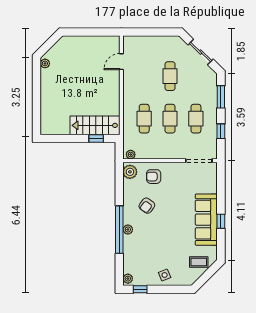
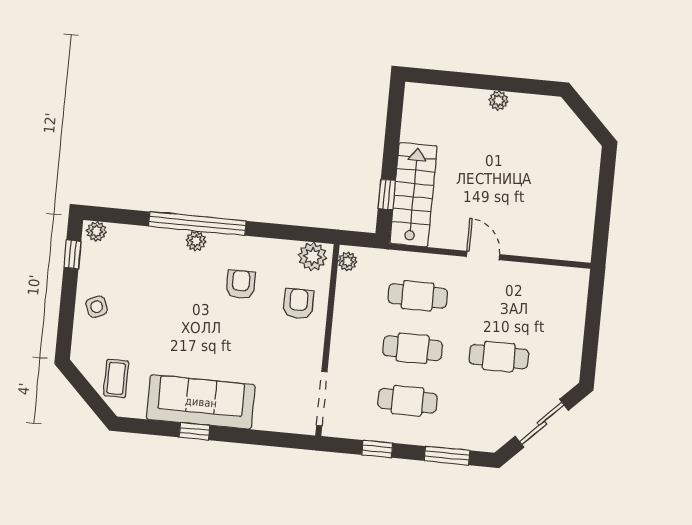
door: (121, 62) -> (483, 256), moved
plant: (45, 63) -> (498, 101), moved
armchair: (147, 206) -> (241, 284), turned 54

